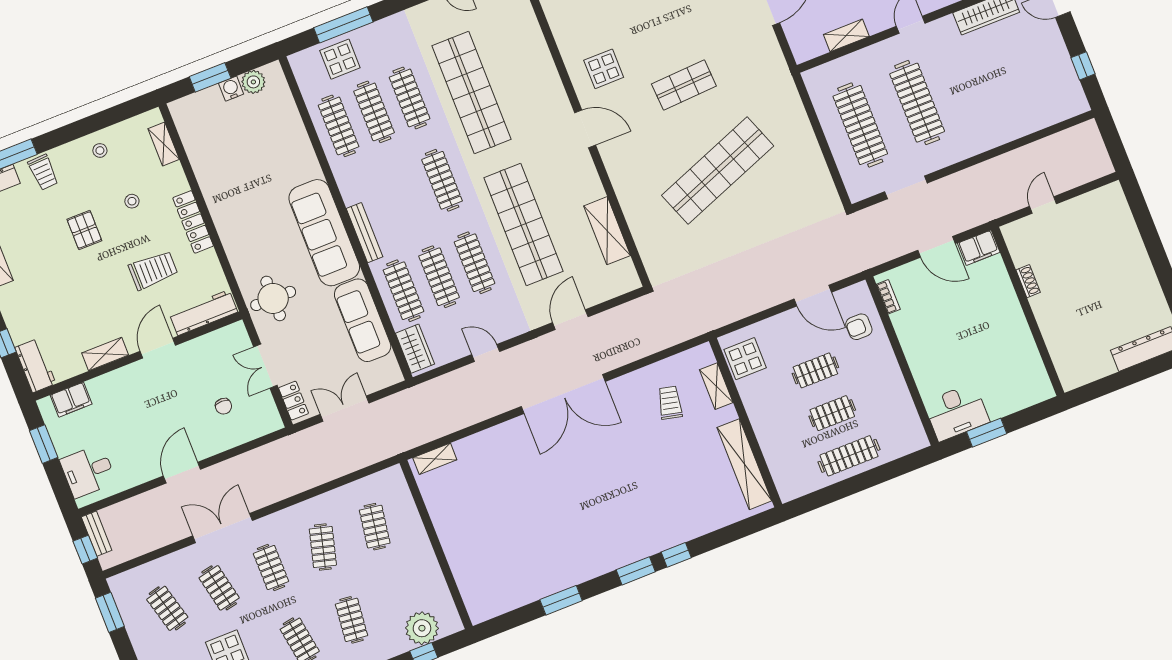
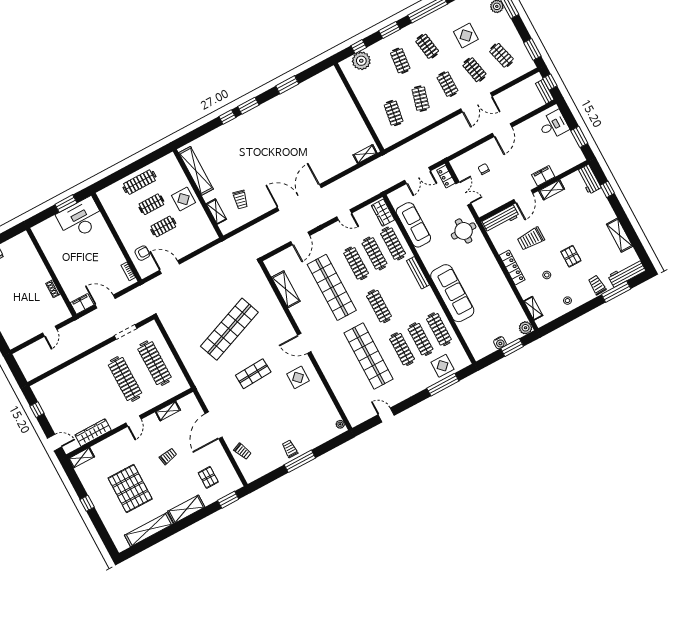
plant: (253, 82) -> (526, 328), moved
sofa: (324, 233) -> (452, 293), moved
display table: (745, 359) -> (183, 199), moved
filing cabinet: (71, 400) -> (543, 176), moved
desk: (957, 412) -> (80, 219), width x1.36, depth x1.30

